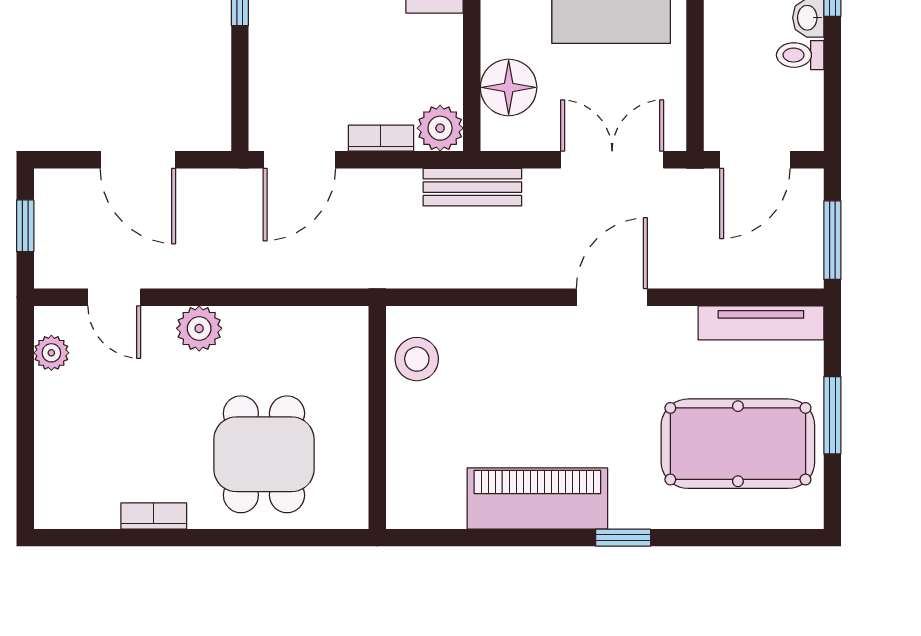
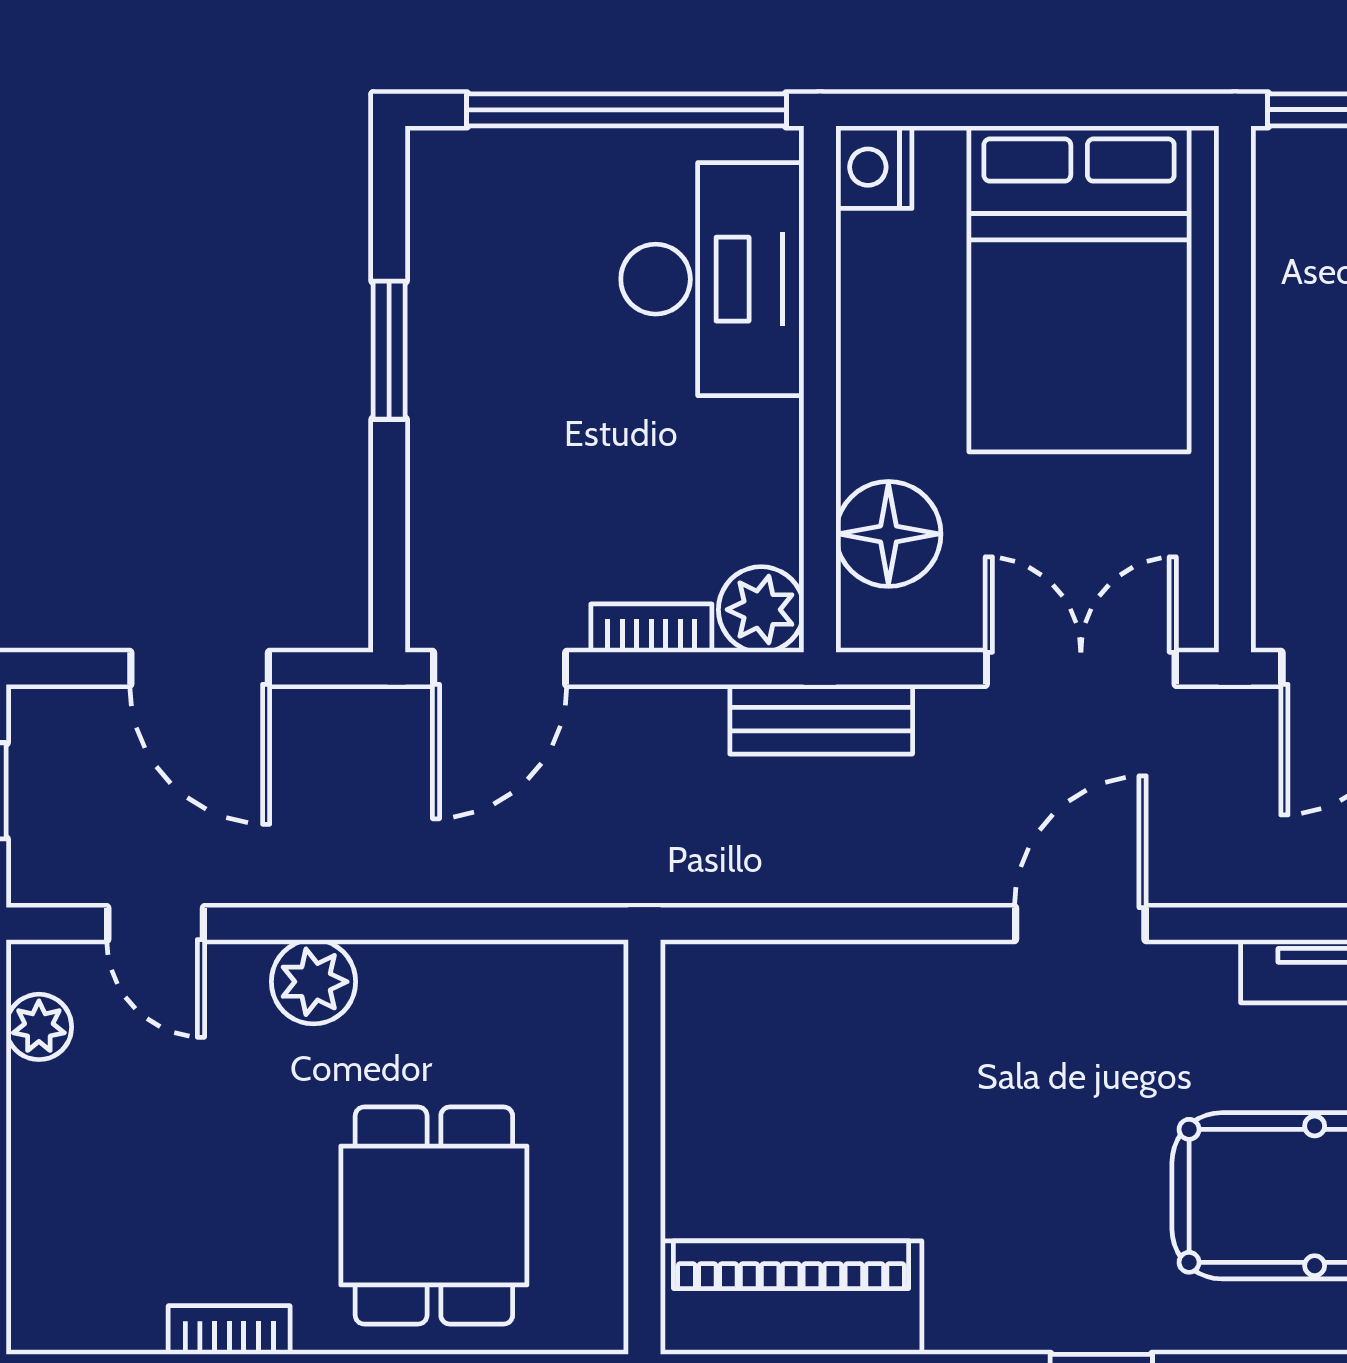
stool: (417, 359) -> (718, 1039), removed
piano: (537, 498) -> (791, 1298), moved

